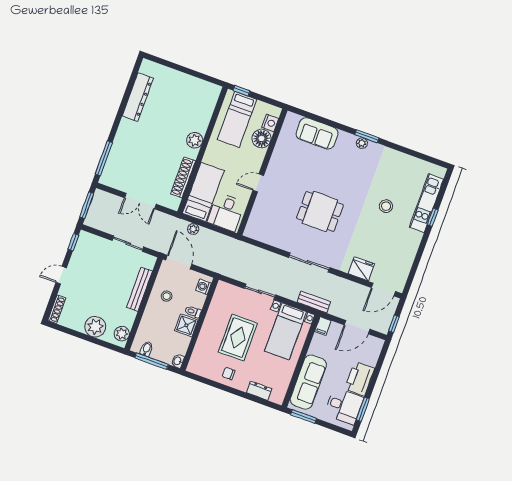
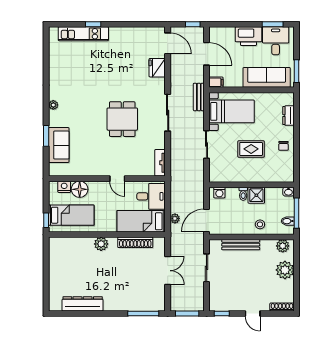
window: (367, 136) -> (46, 136), moved
stool: (386, 206) -> (98, 66), removed
tv unit: (259, 235) -> (160, 163), added
stool: (167, 296) -> (260, 224), moved
rug: (238, 338) -> (251, 149), width x0.73, depth x0.70

